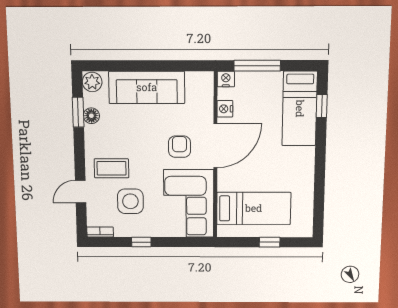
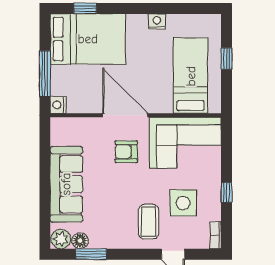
nightstand: (225, 109) -> (157, 22), moved, turned 180
bed: (300, 109) -> (88, 39), width x1.50
floor lamp: (91, 116) -> (80, 241), moved

